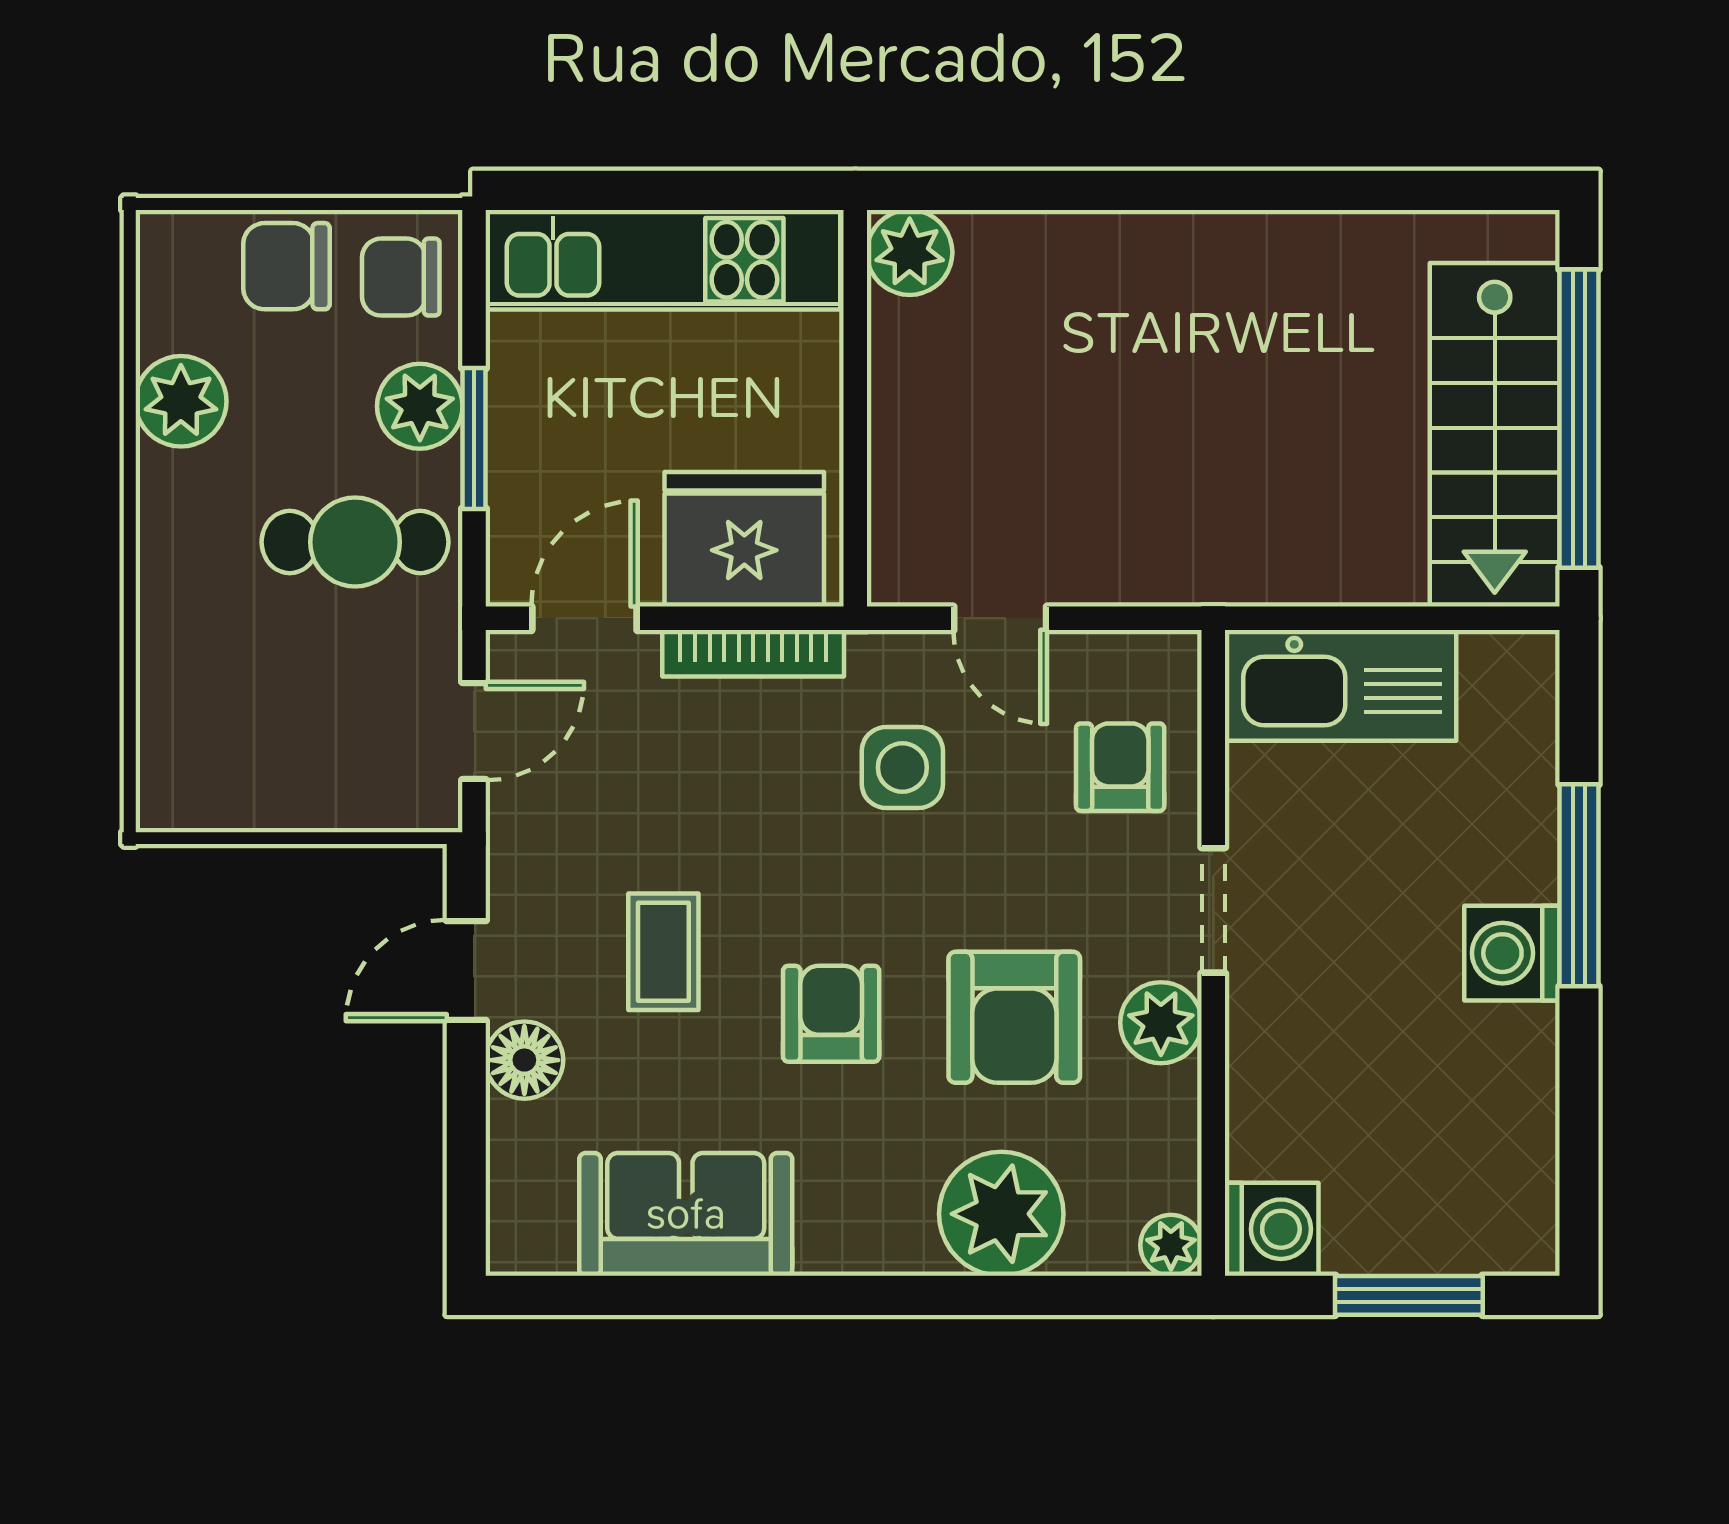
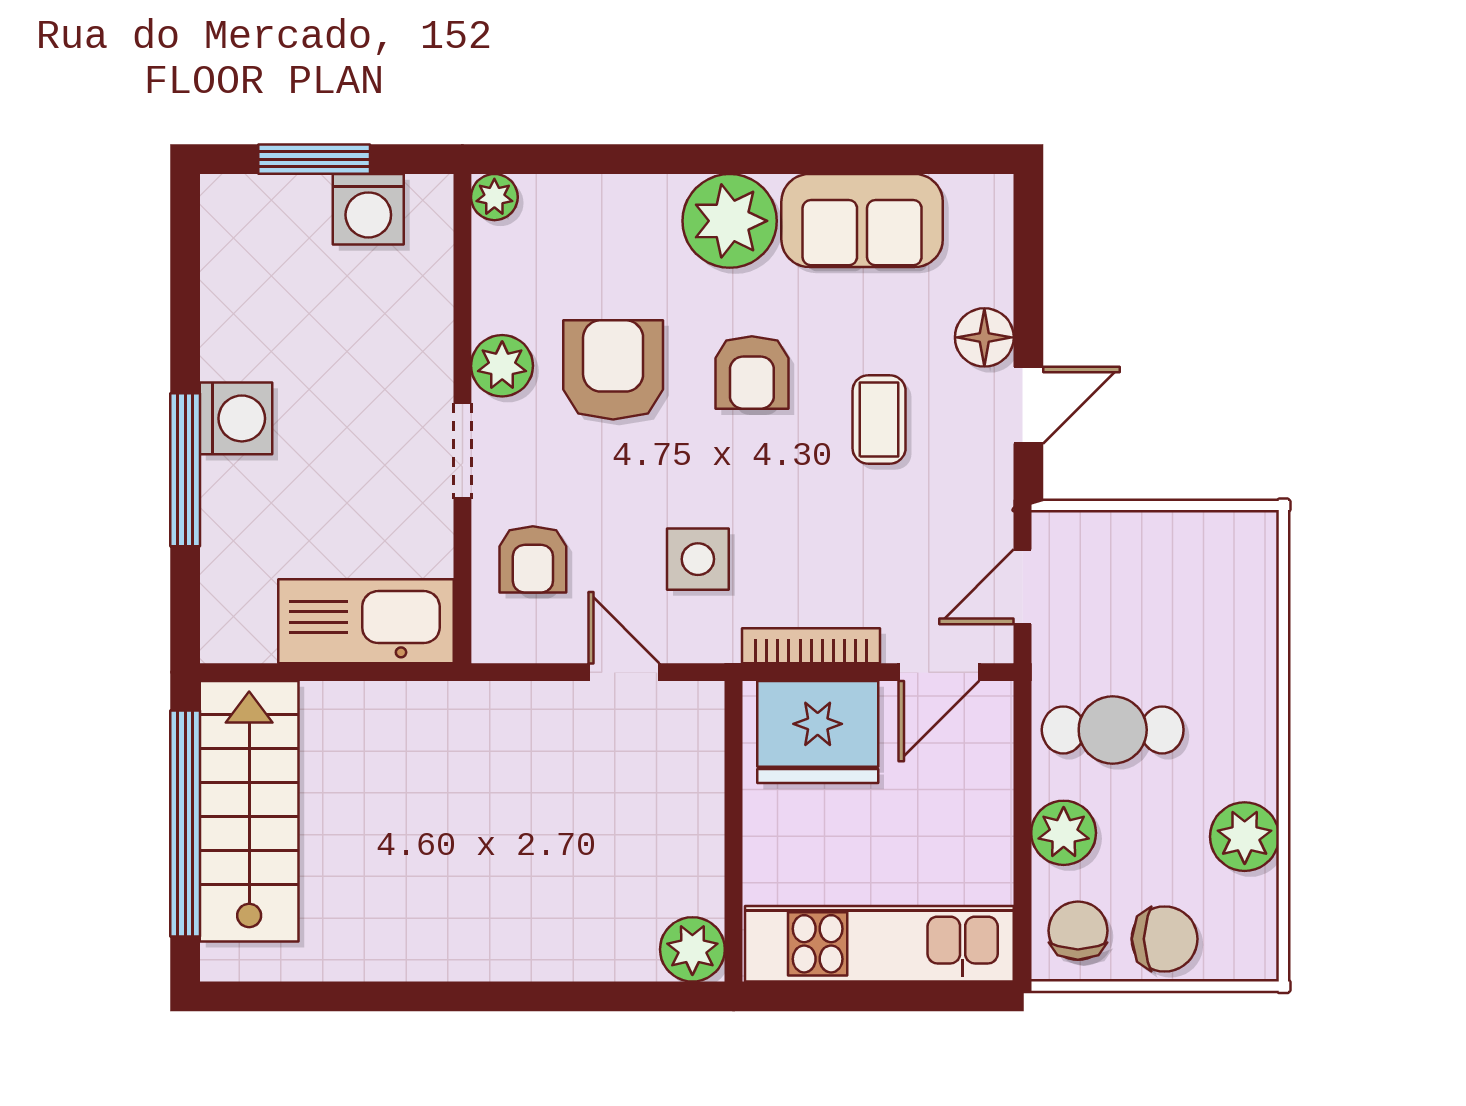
chair: (401, 277) -> (1078, 931), turned -90
window: (474, 438) -> (1022, 808), removed
plant: (1001, 1214) -> (730, 221), moved
washing machine: (1272, 1229) -> (368, 209), moved, turned -90

